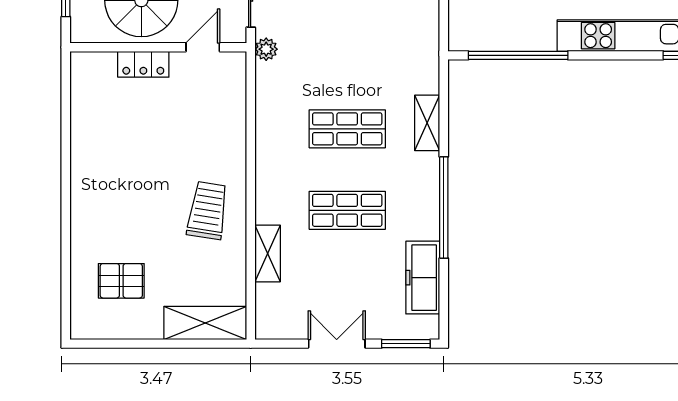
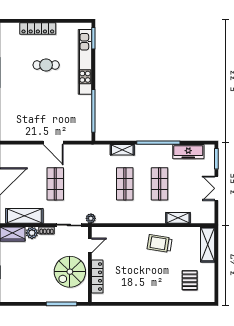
door: (203, 47) -> (90, 245), swing flipped
locker: (143, 64) -> (97, 277), width x1.53

